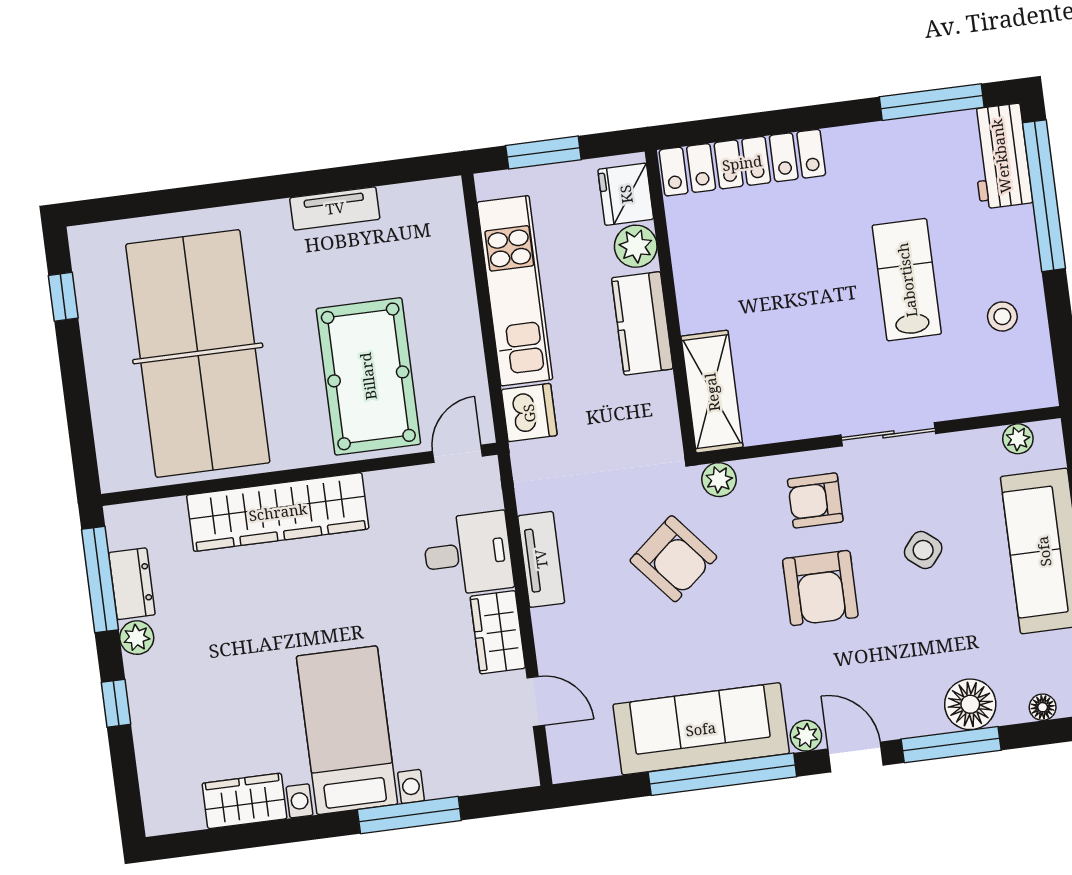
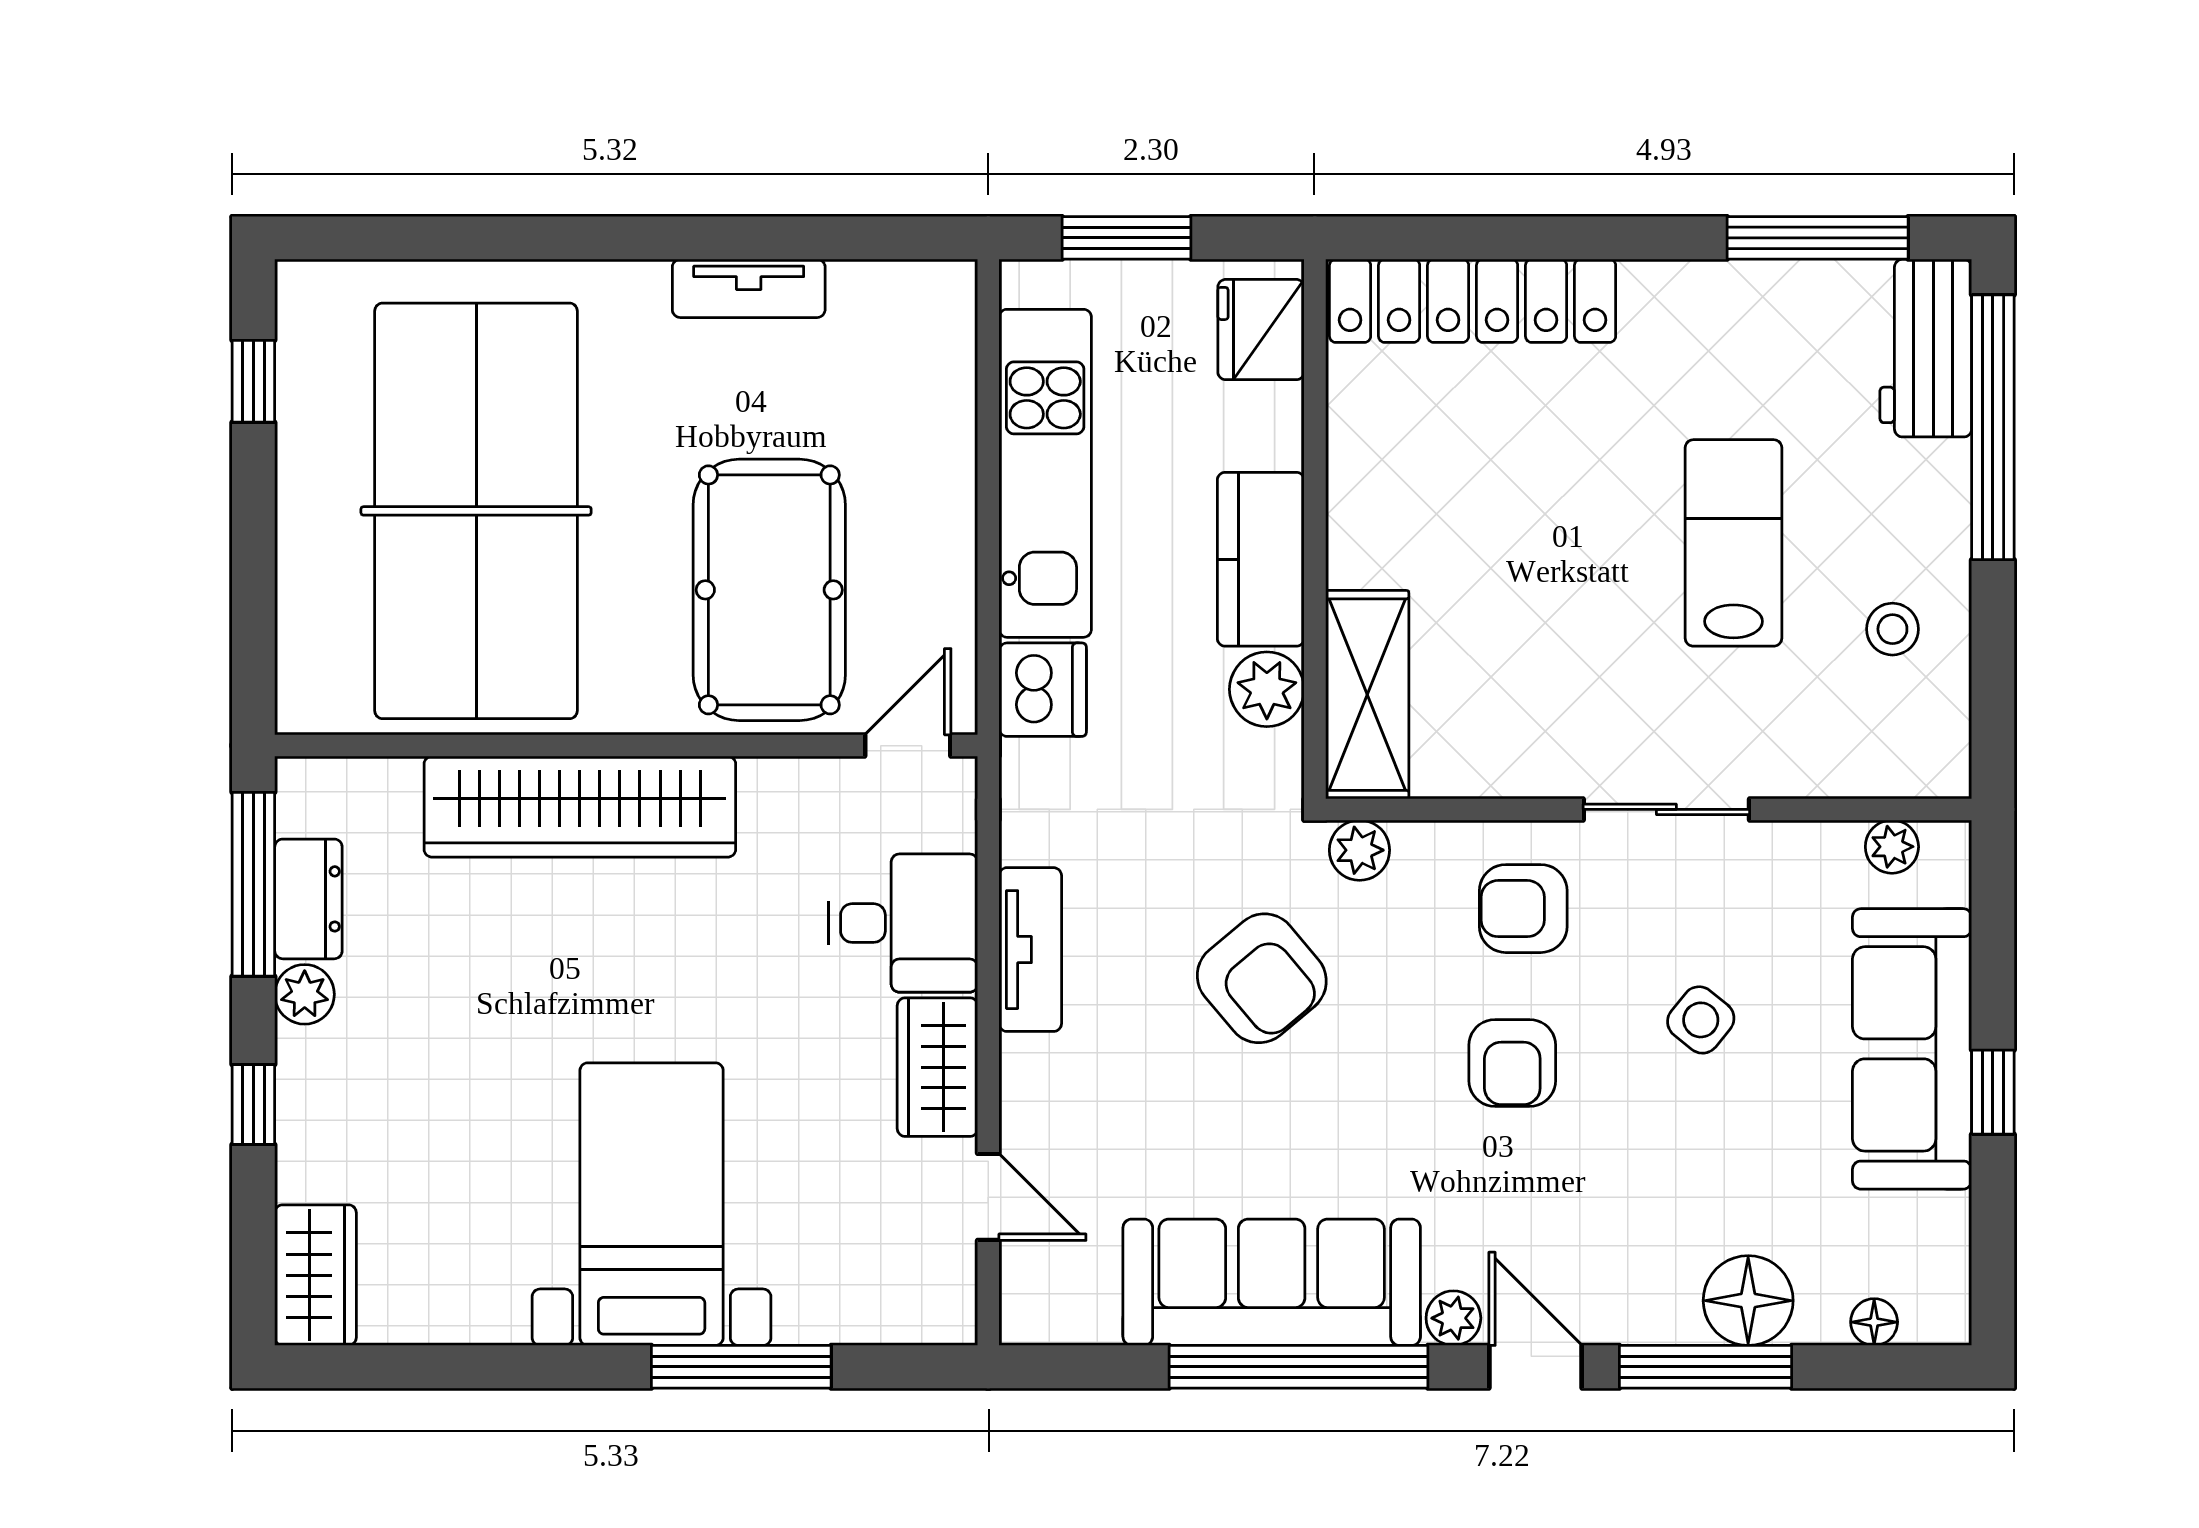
plant: (636, 246) -> (1267, 689), moved
armchair: (820, 588) -> (1512, 1063), width x0.72, depth x0.72
wardrobe: (245, 801) -> (316, 1275), moved, turned 90

